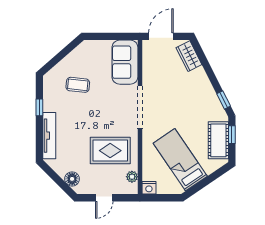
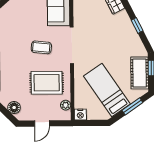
coffee table: (78, 85) -> (41, 47), moved
window: (224, 100) -> (137, 26), moved
window: (210, 179) -> (132, 106), added

